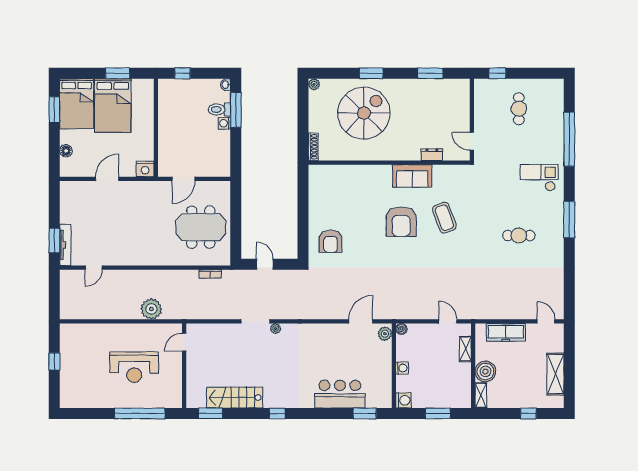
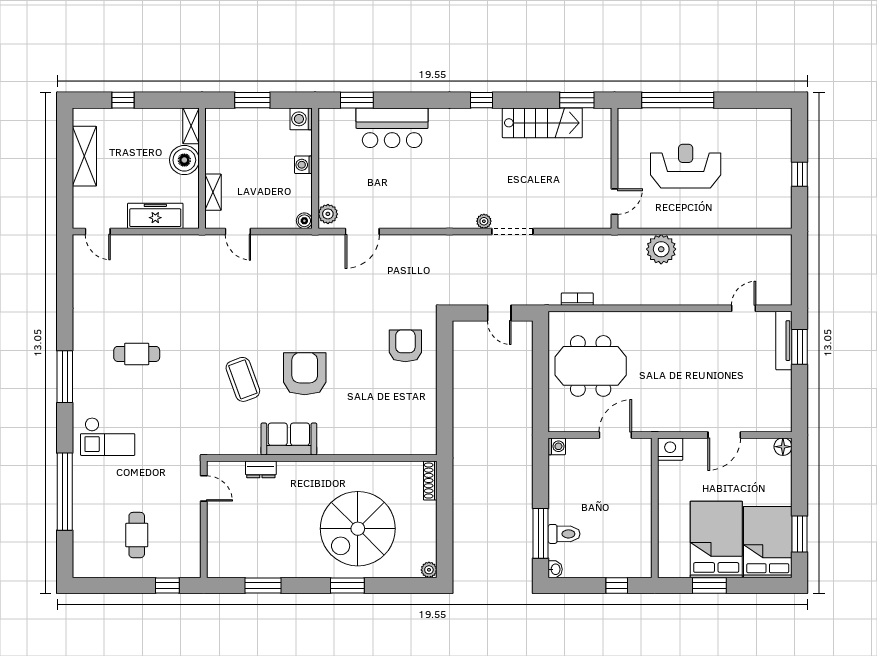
washing machine: (224, 123) -> (557, 446), moved
floor lamp: (66, 151) -> (783, 447), moved

